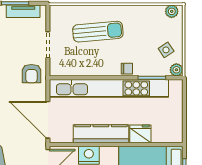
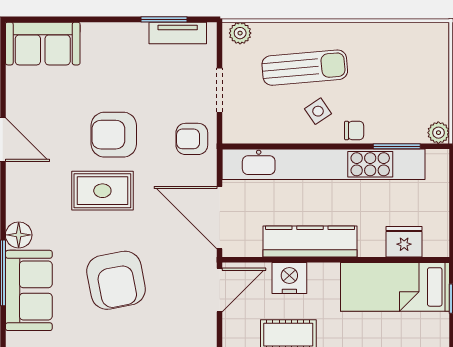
plant: (172, 11) -> (240, 33), moved
side table: (166, 50) -> (318, 111), moved
armchair: (31, 74) -> (192, 139), turned 90
fridge: (140, 134) -> (404, 242), moved

